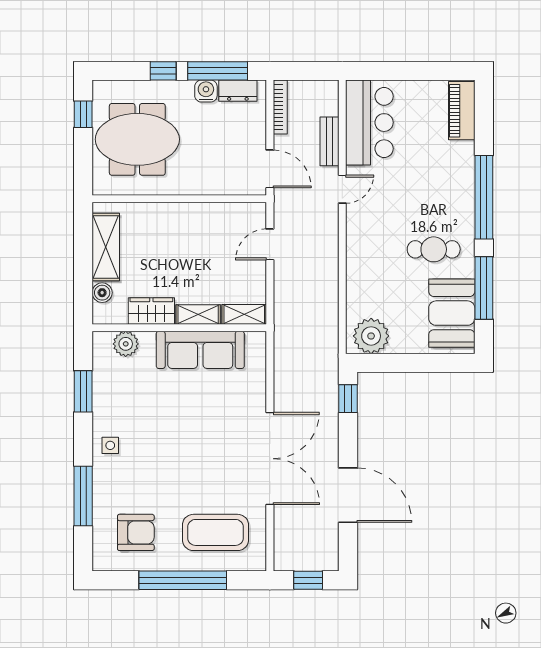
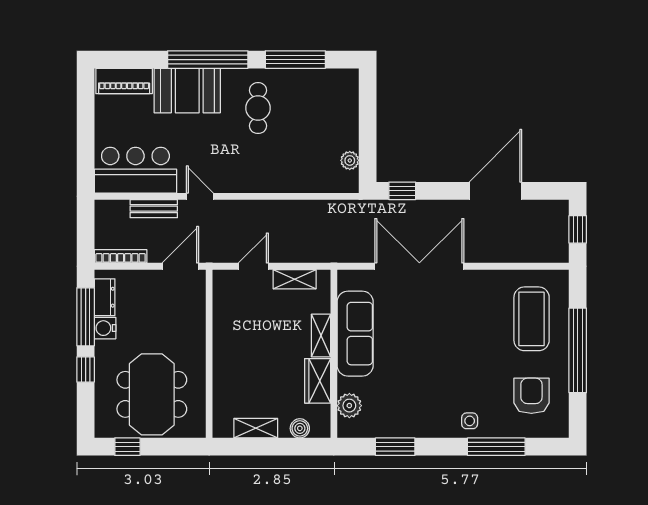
door: (270, 244) -> (253, 266), swing flipped
shelving: (106, 247) -> (256, 428), width x0.67, depth x0.75
booth: (452, 313) -> (187, 91), moved
shelving: (244, 314) -> (295, 279), moved, turned 90
plant: (371, 336) -> (350, 160), width x0.53, depth x0.53
side table: (110, 445) -> (470, 421), moved
double door: (270, 459) -> (419, 266), moved

